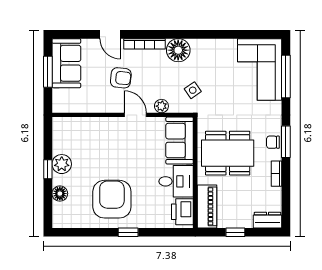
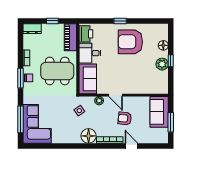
sofa: (66, 63) -> (159, 112), moved
armchair: (112, 199) -> (130, 42), turned 90

